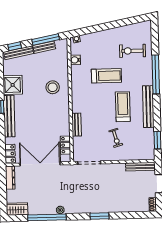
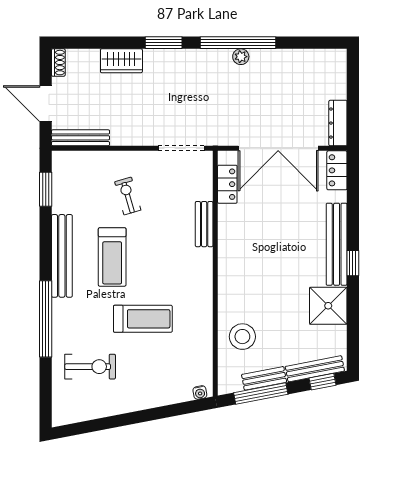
water cooler: (75, 60) -> (203, 352), removed
treadmill: (106, 76) -> (143, 319), turned 180
stool: (53, 87) -> (242, 337), moved
wardrobe: (17, 209) -> (121, 61), moved
window: (47, 217) -> (238, 43), moved

